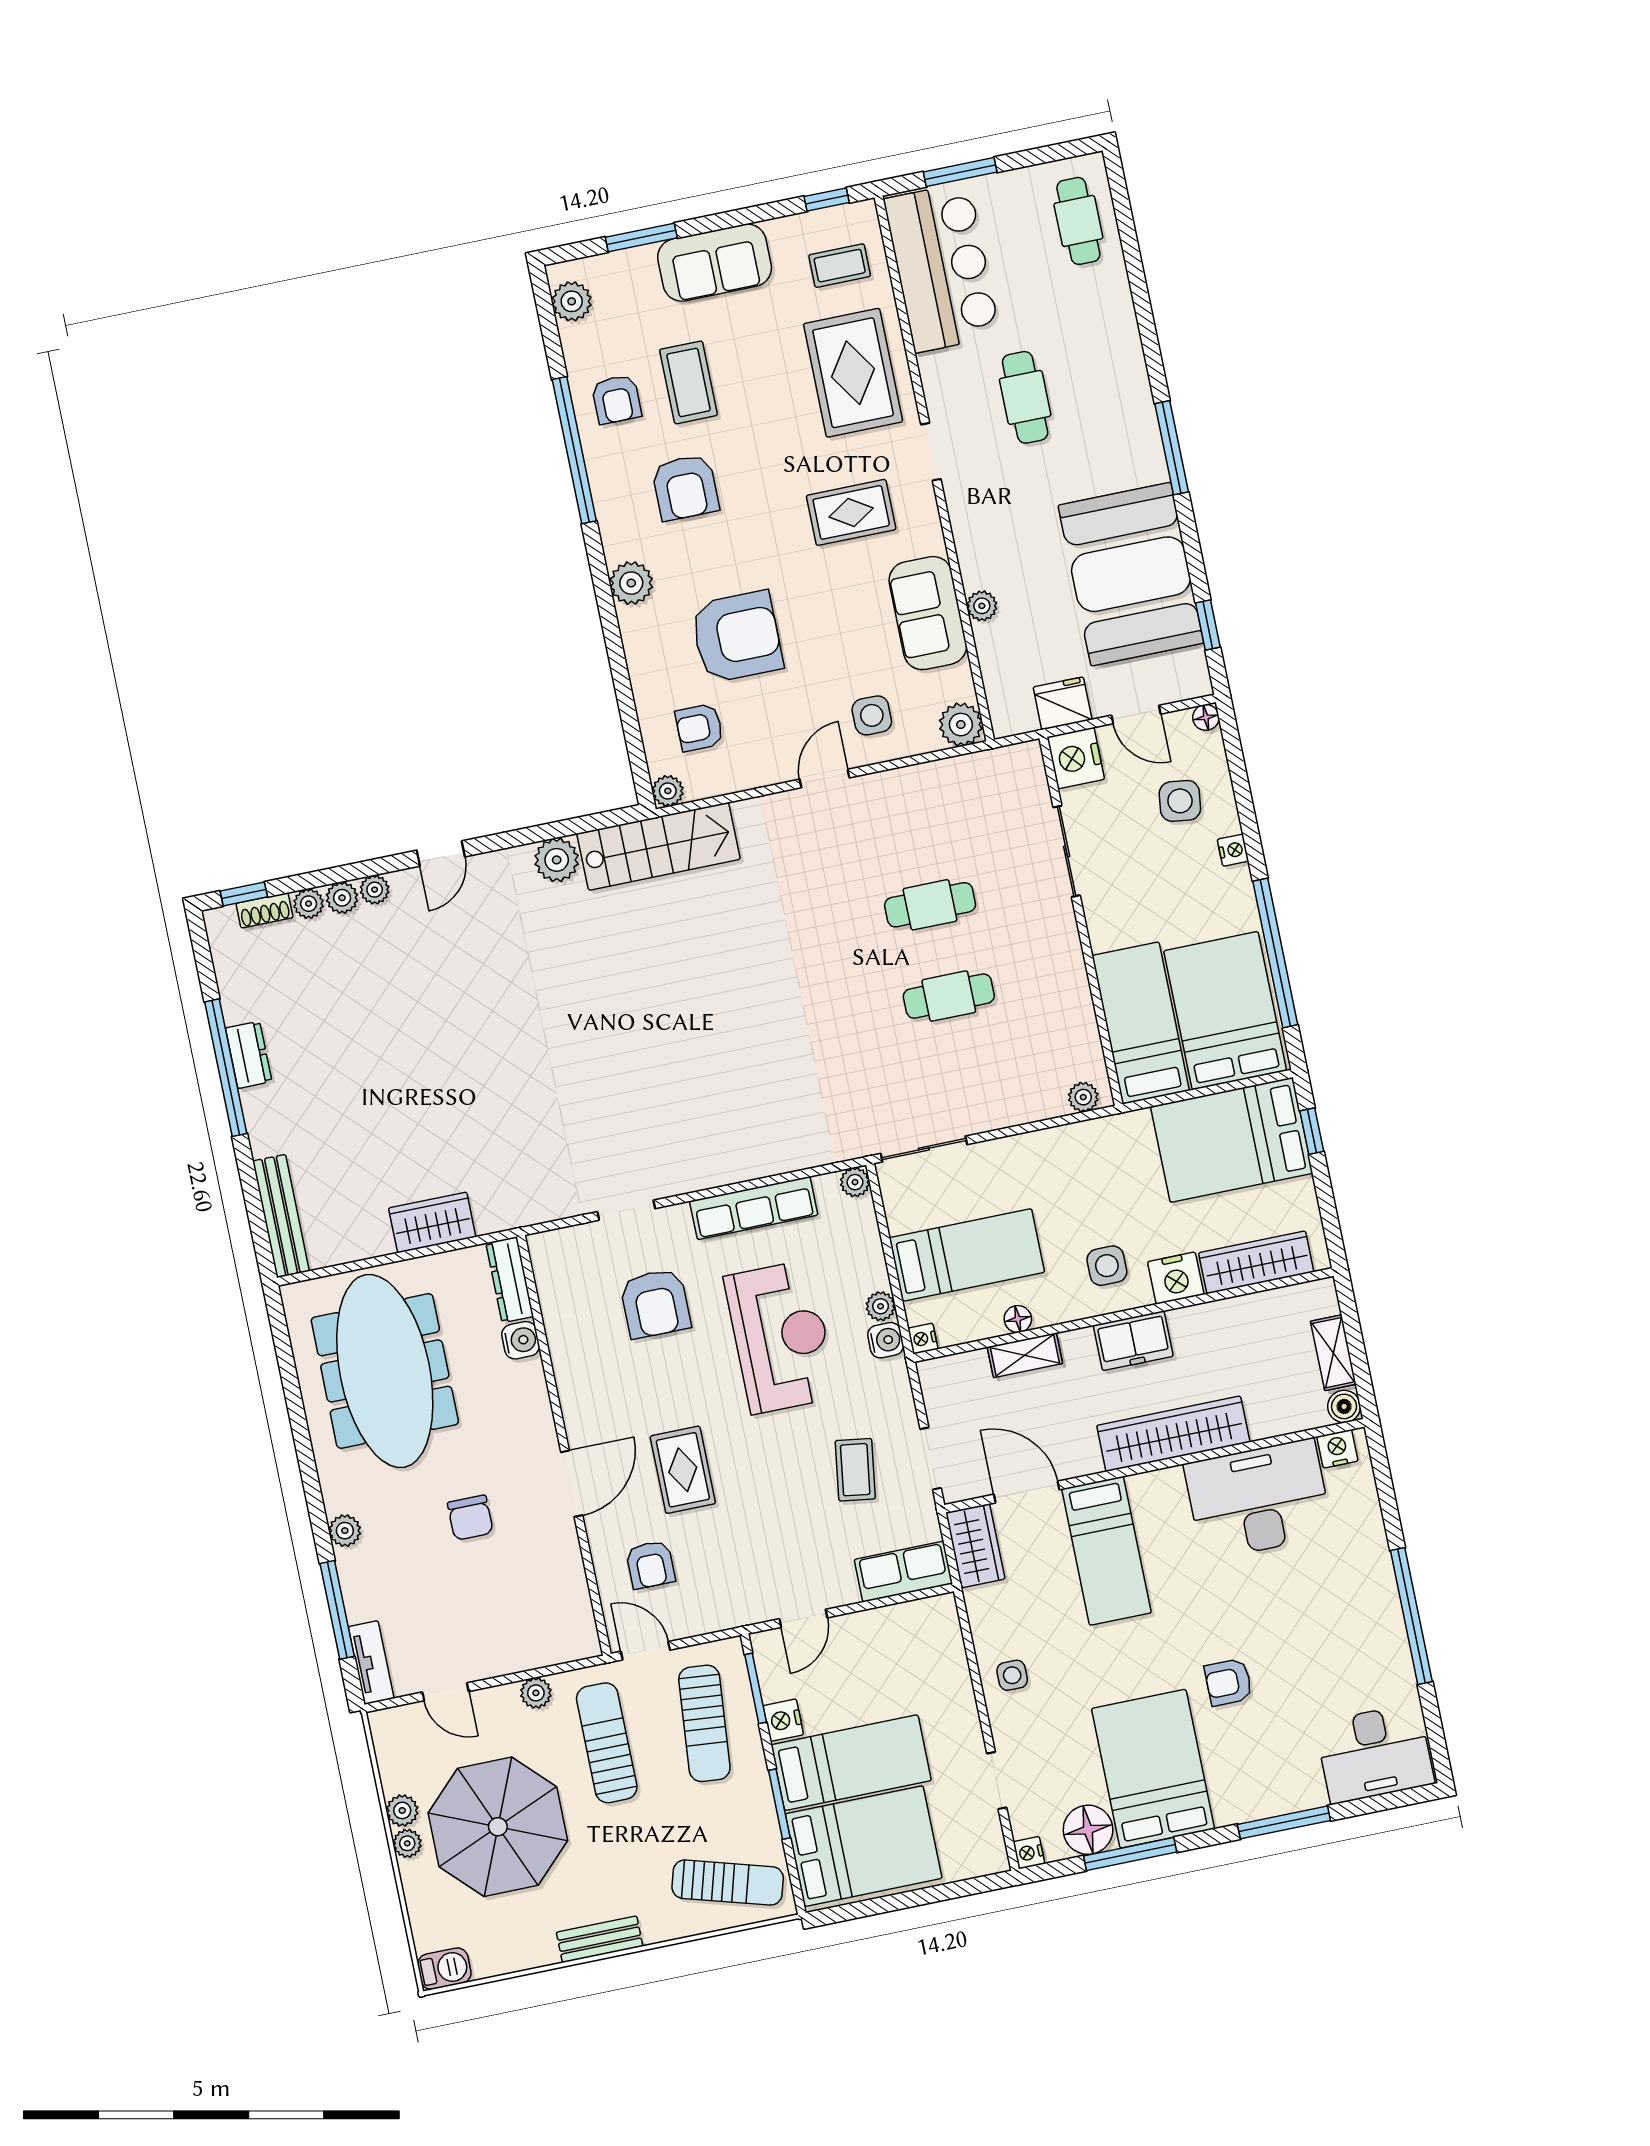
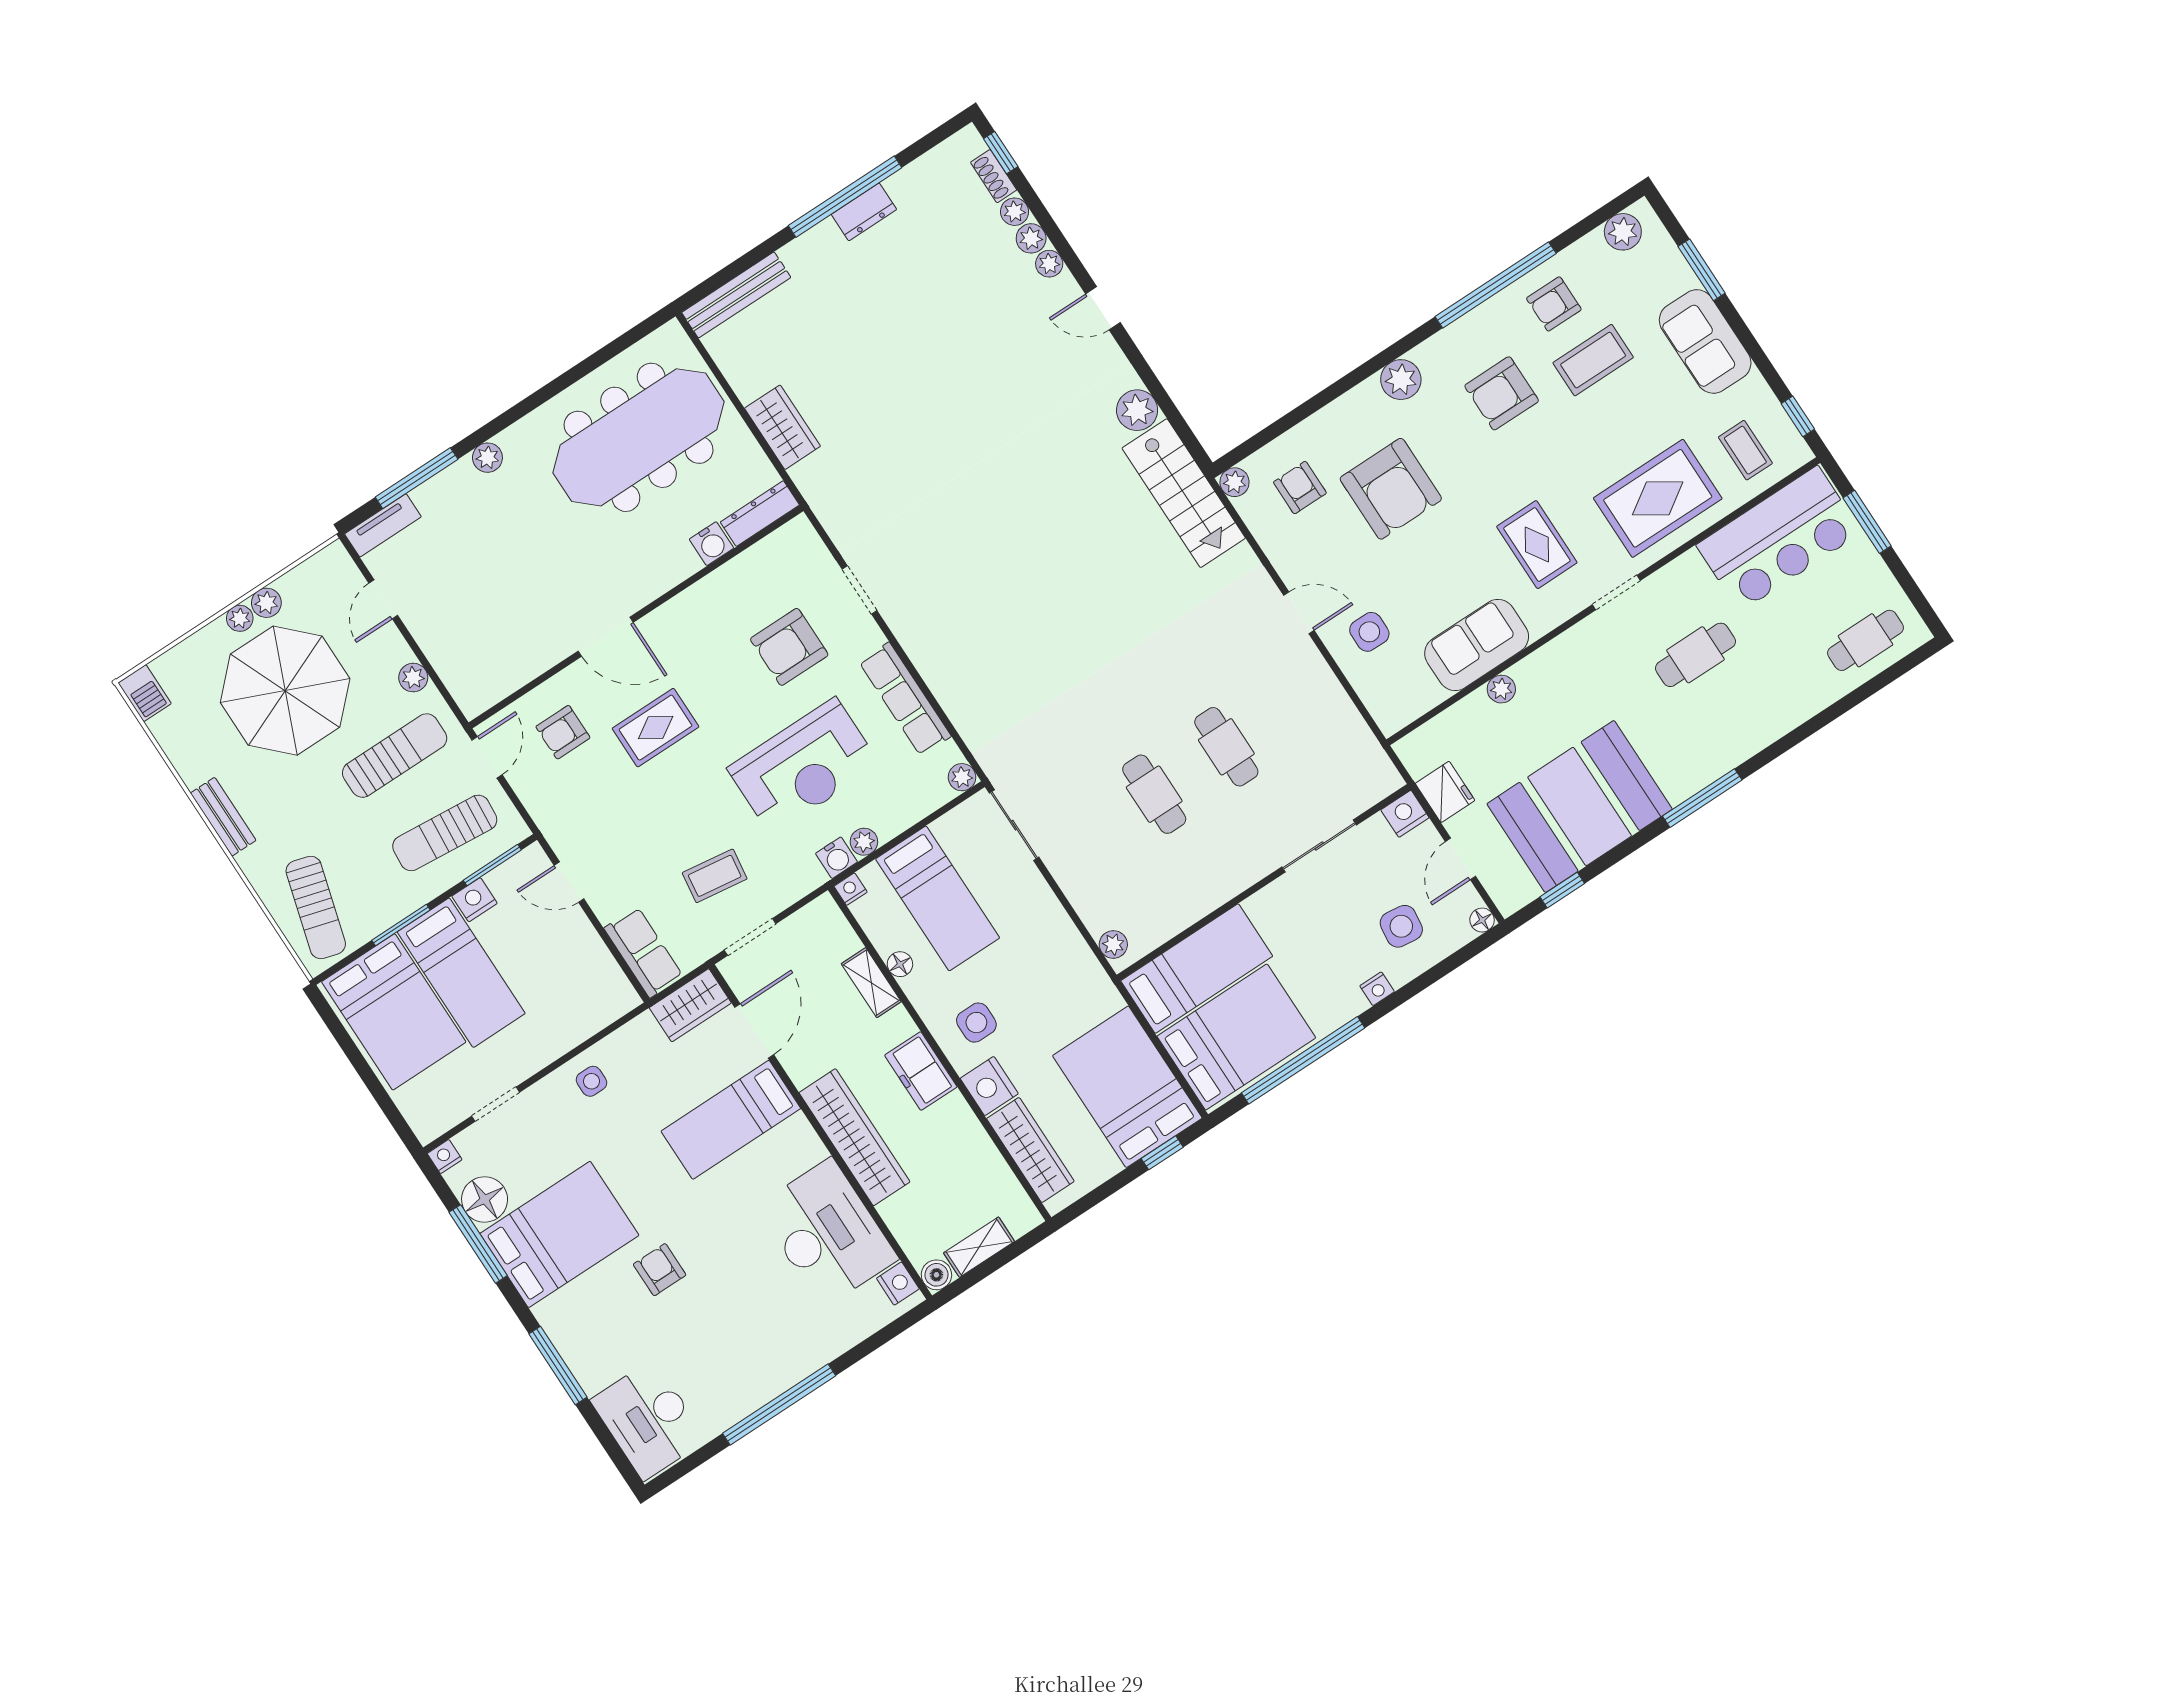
plant: (961, 725) -> (1392, 712), removed
nightstand: (1076, 758) -> (1405, 814), width x0.74, depth x0.75
chair: (470, 1518) -> (542, 561), removed

